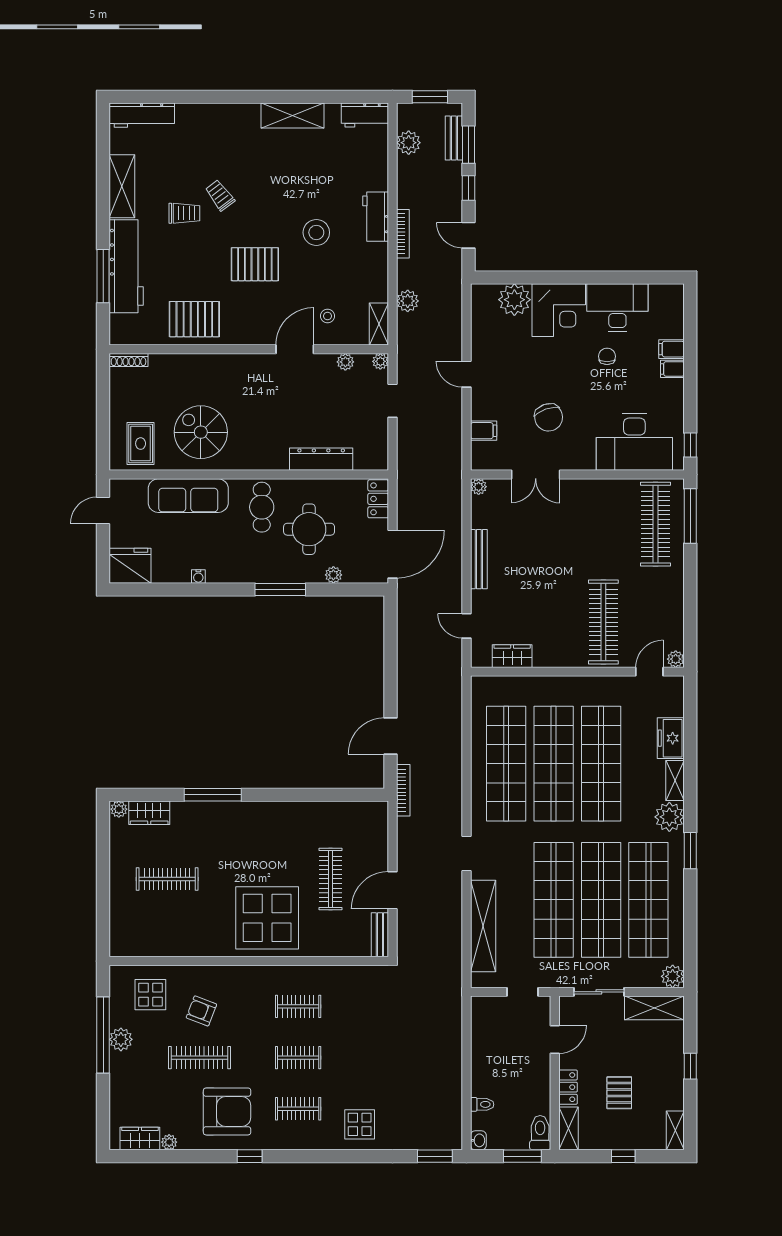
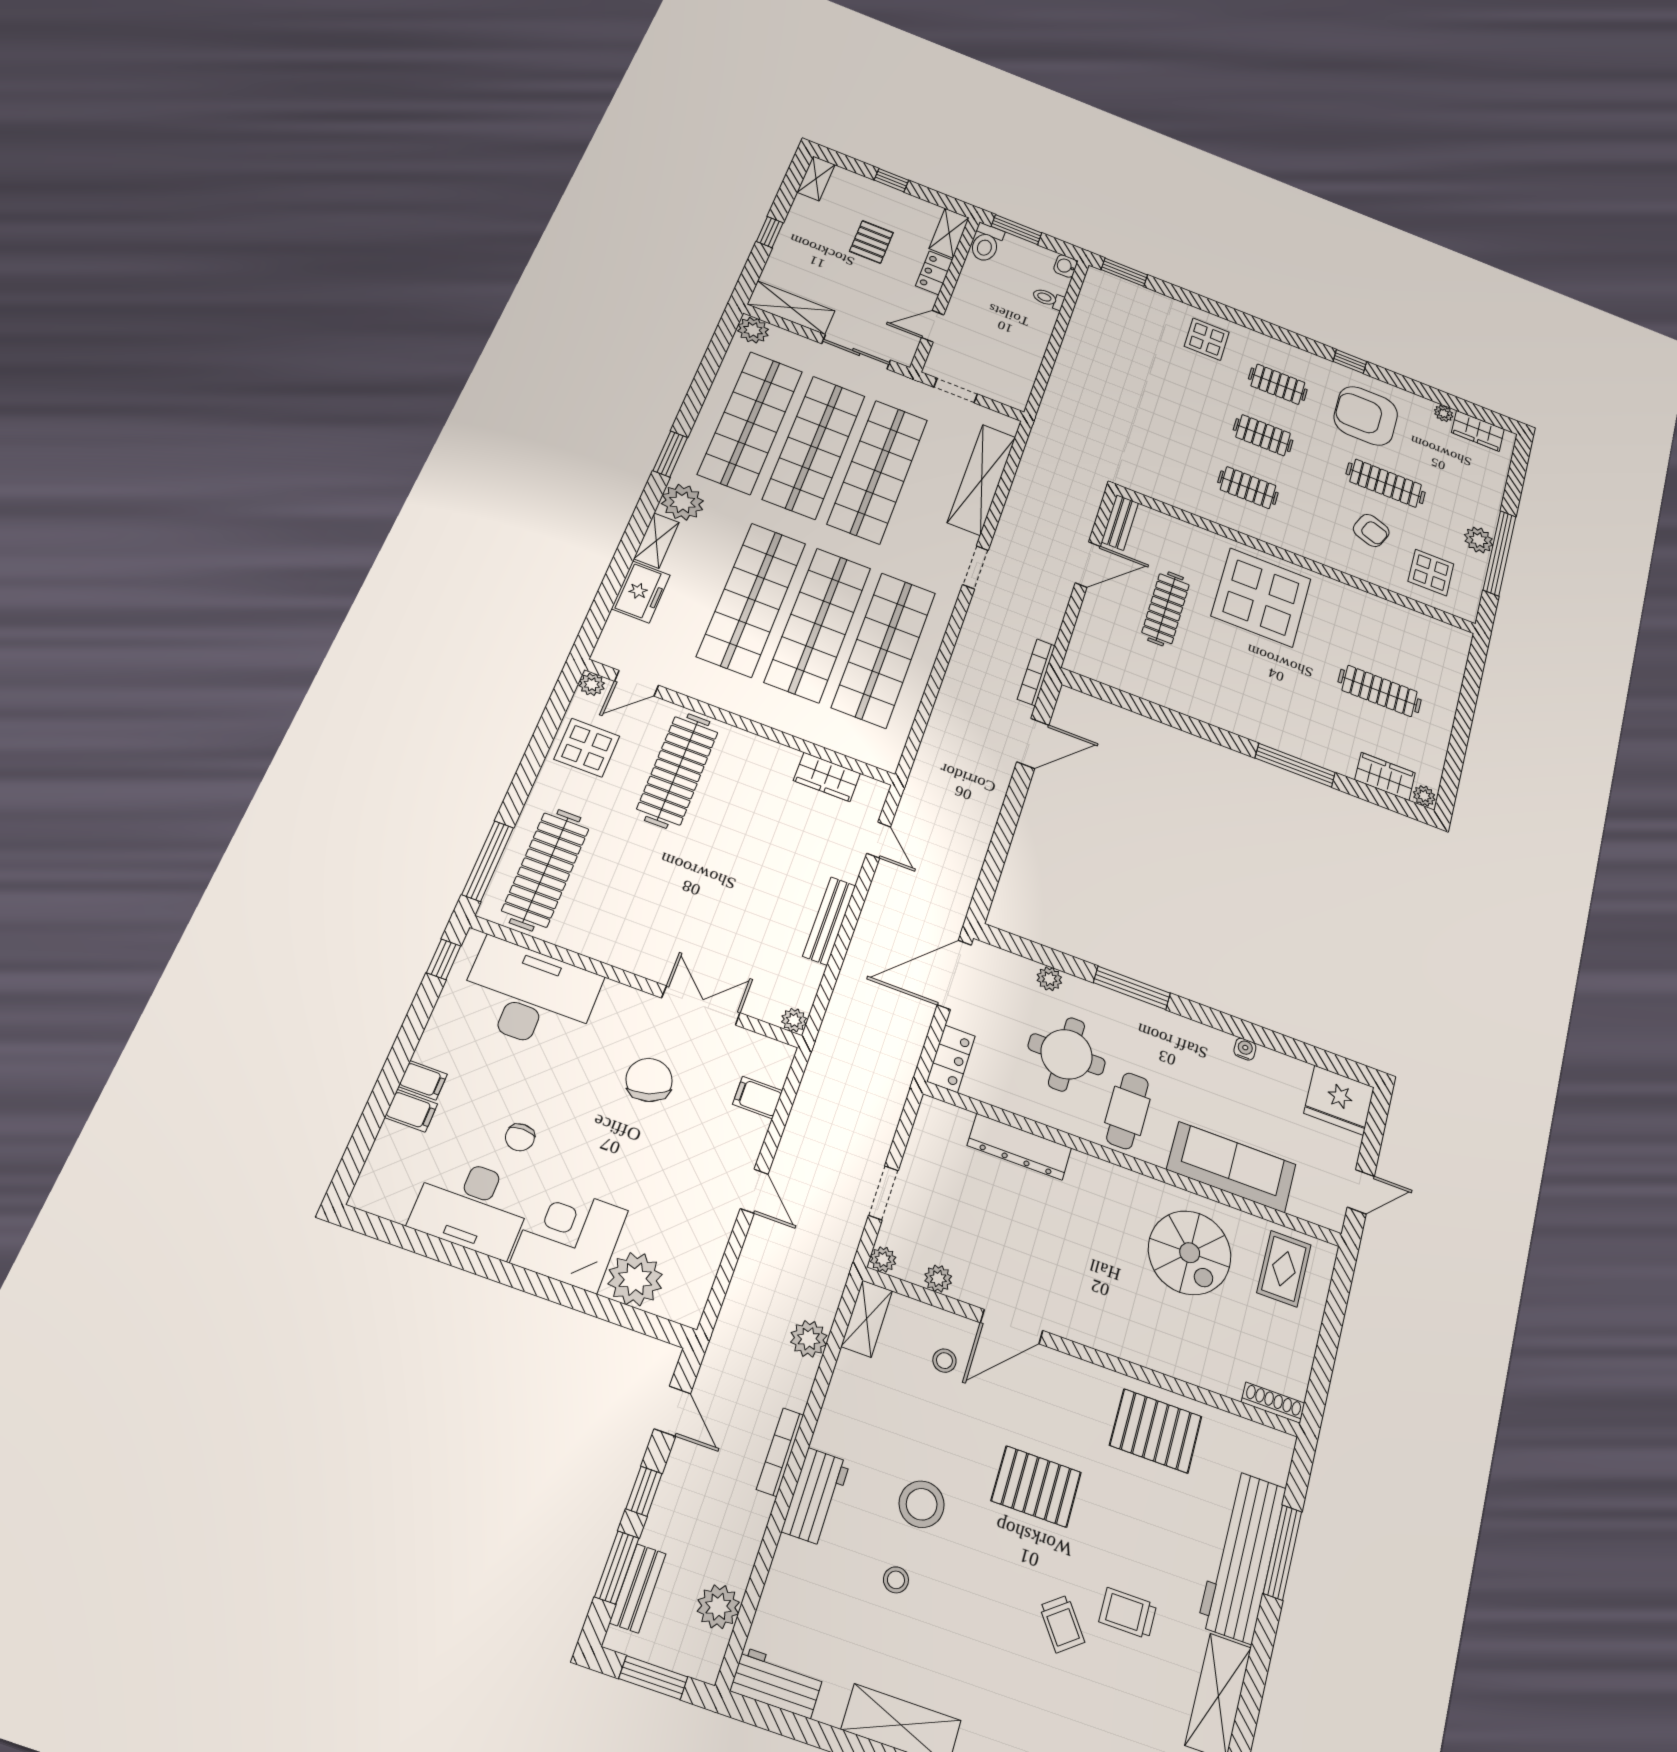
stool: (318, 188) -> (896, 1580), added
display table: (662, 614) -> (587, 748), added

